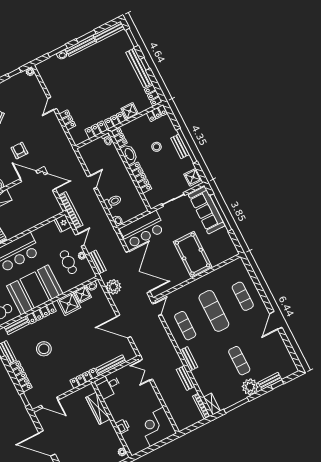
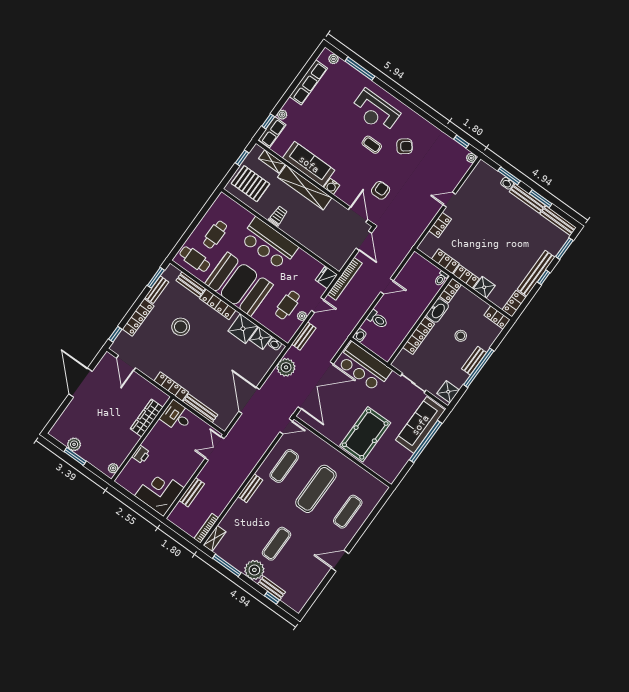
bench: (186, 378) -> (192, 492), moved

